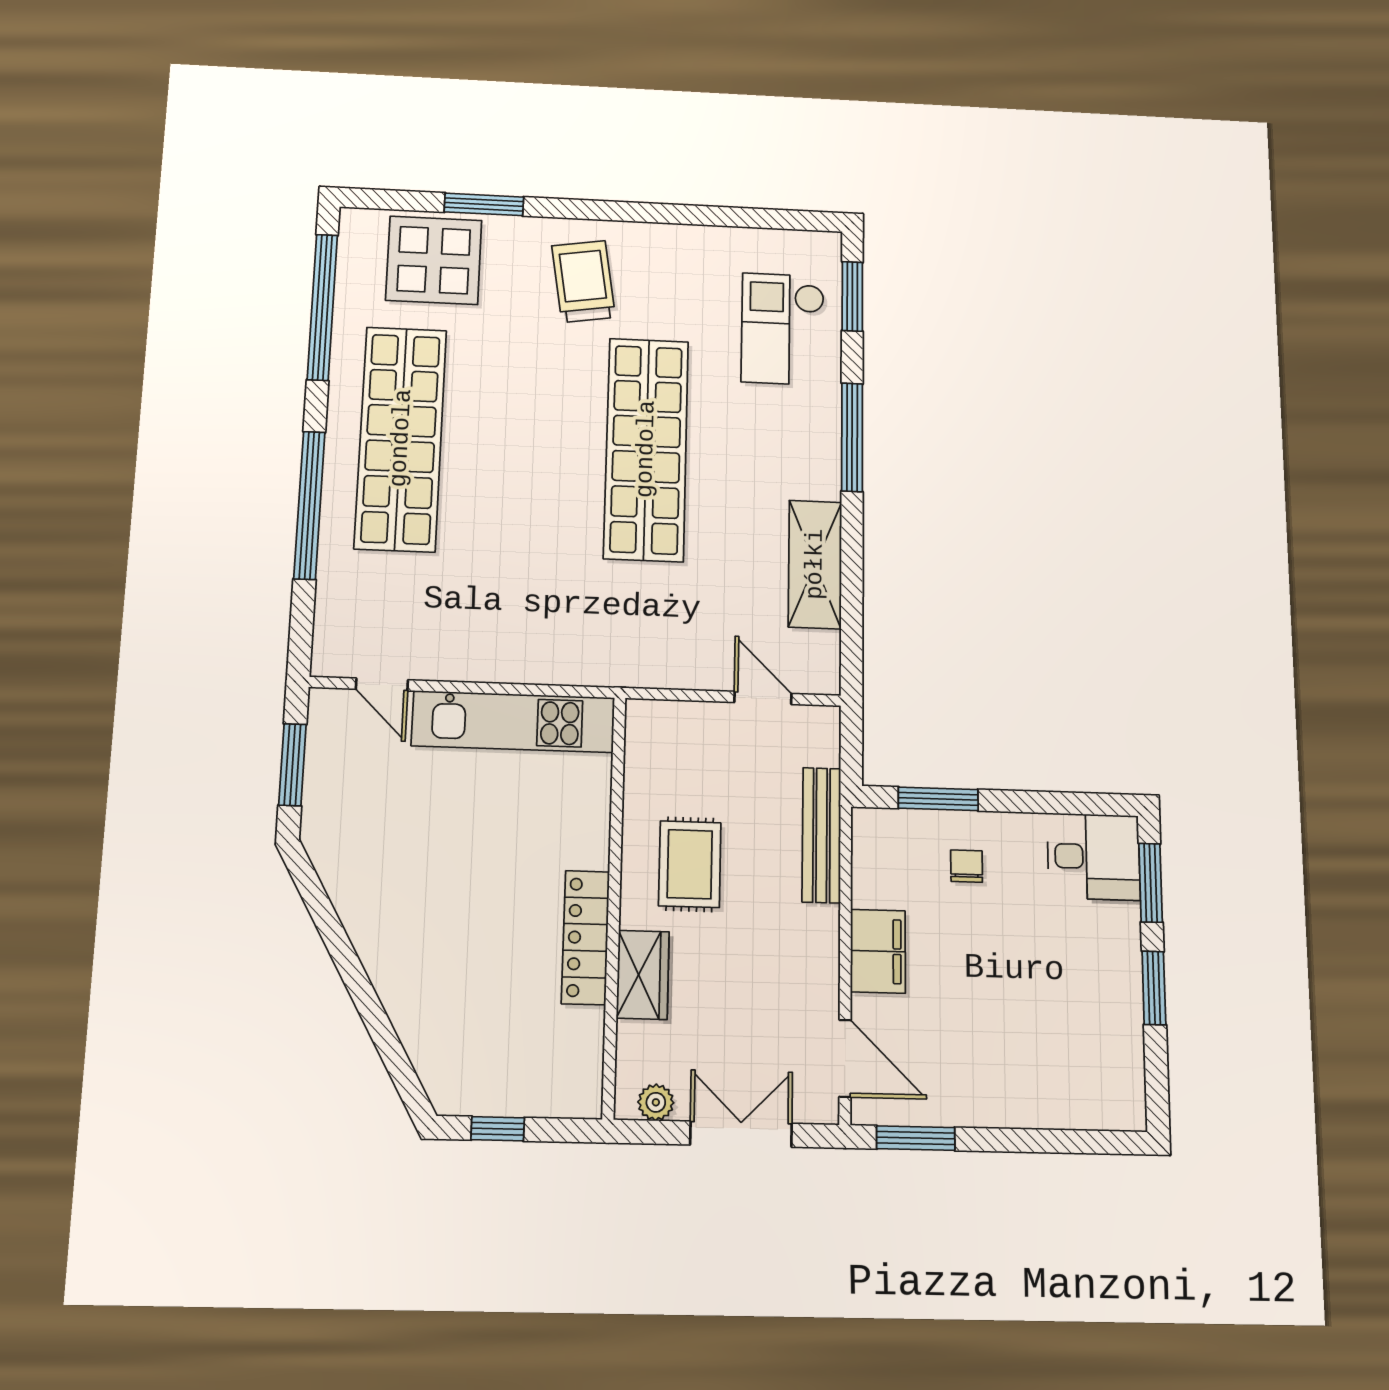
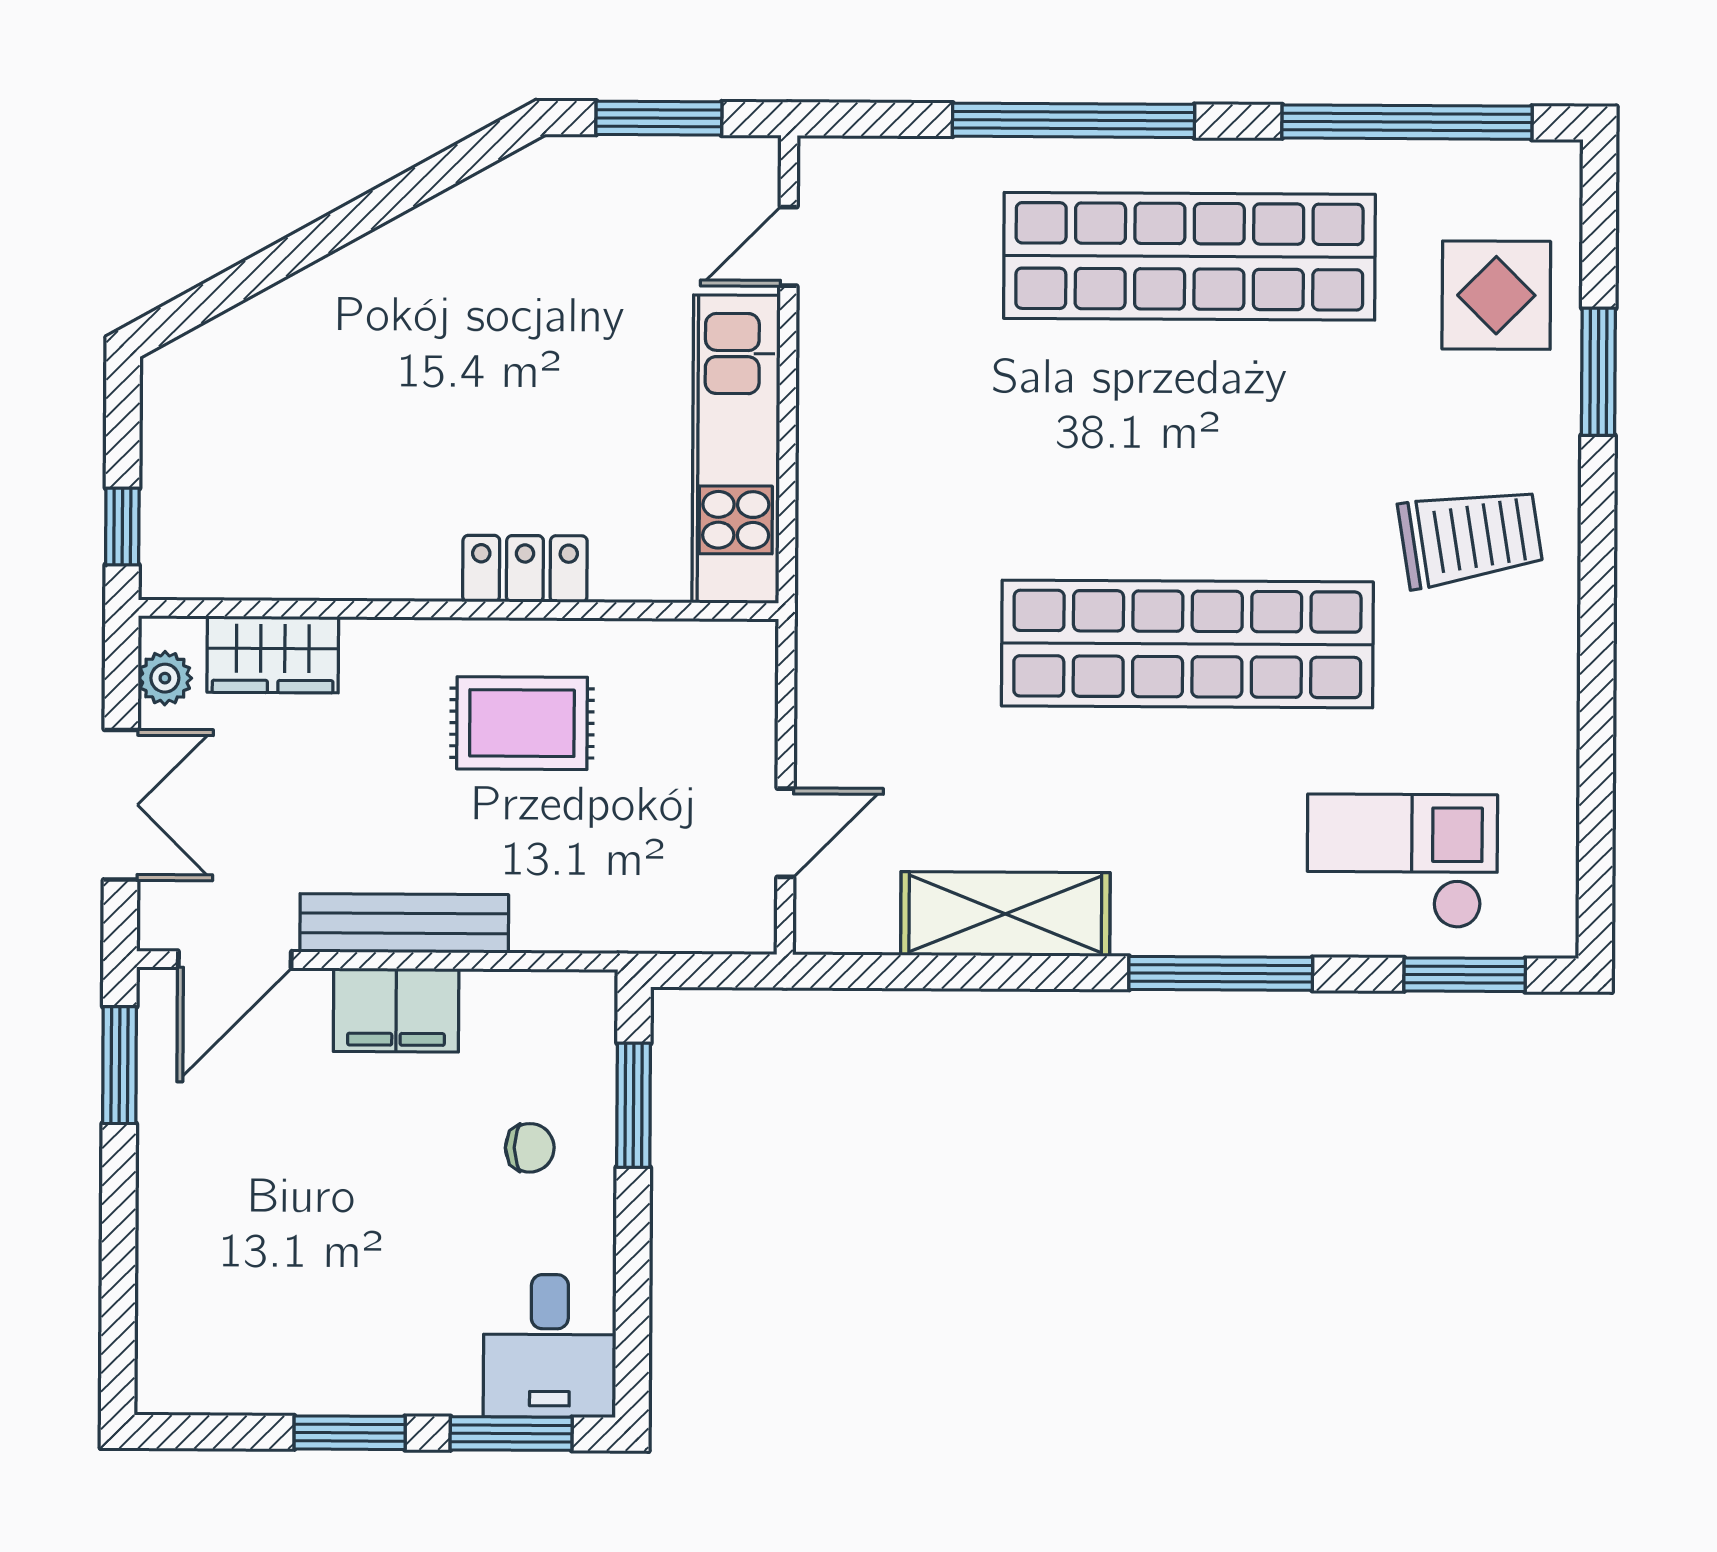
display table: (434, 260) -> (1496, 295), width x0.73, depth x0.73
bench: (821, 835) -> (404, 923), moved
locker: (586, 937) -> (525, 569), moved, width x0.66
wardrobe: (643, 975) -> (273, 655), moved
window: (498, 1129) -> (122, 527), moved

